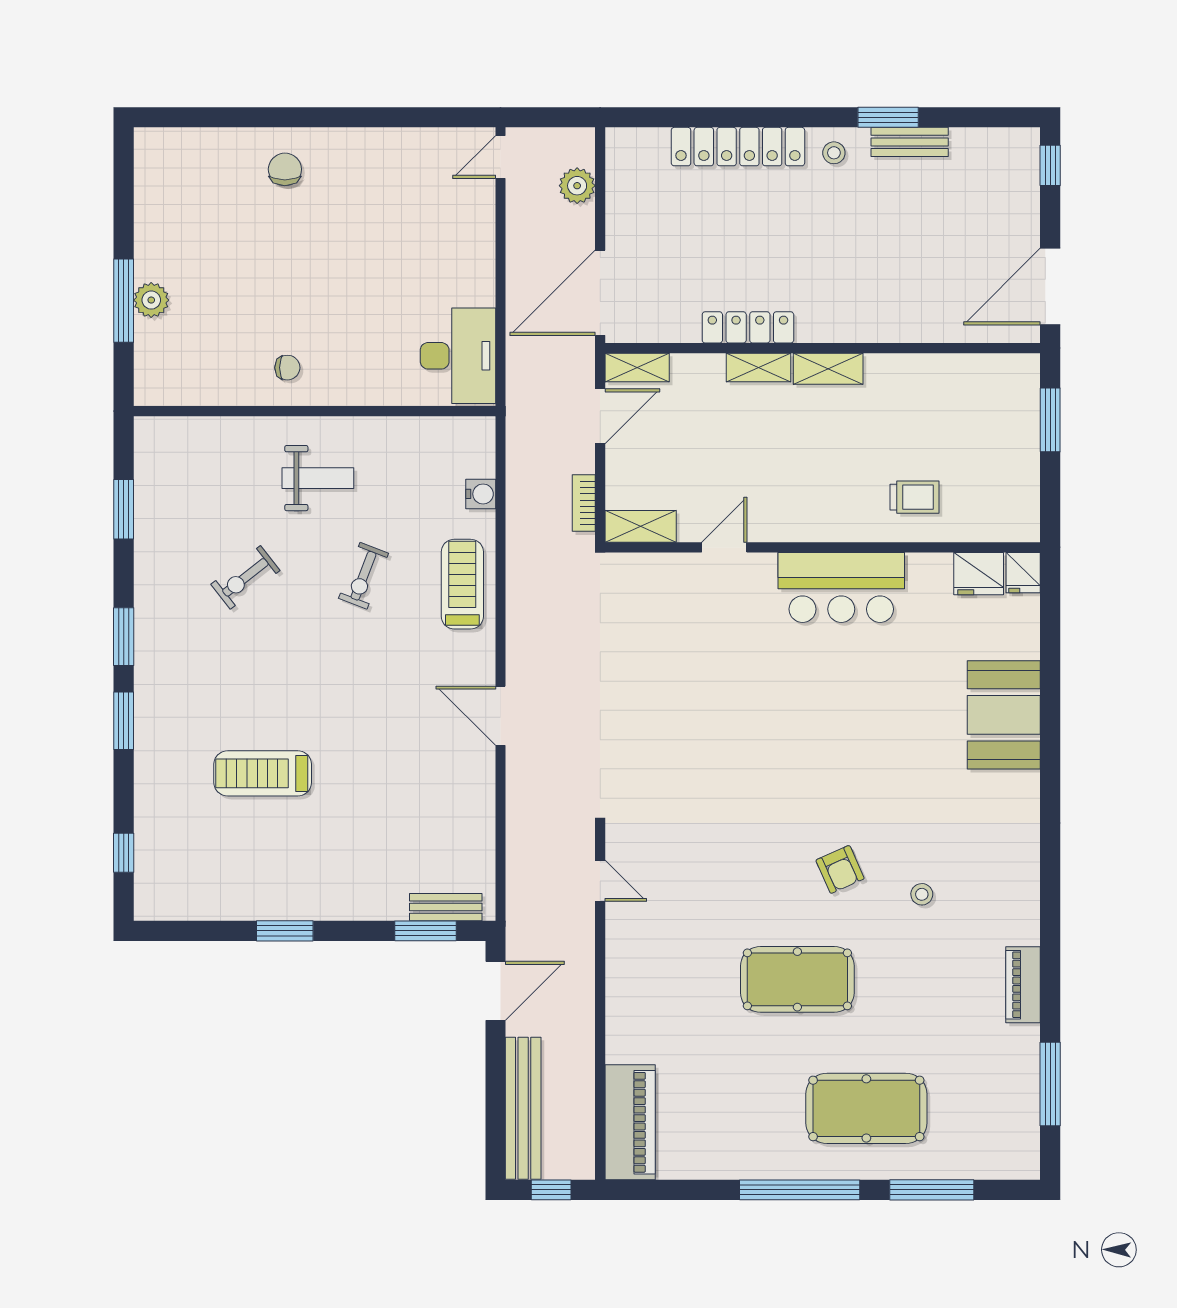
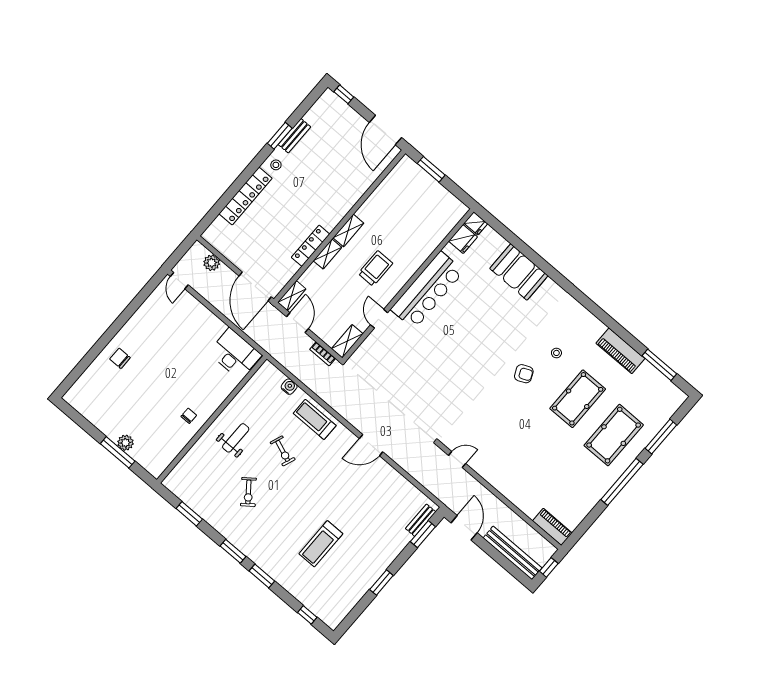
trolley: (915, 497) -> (375, 268), moved, width x1.36, depth x1.39
bar counter: (841, 587) -> (427, 290), width x1.36
pool table: (797, 979) -> (578, 399), moved
piano: (1023, 985) -> (620, 351), width x1.37, depth x1.33
piano: (630, 1122) -> (552, 527), width x0.73, depth x0.75

